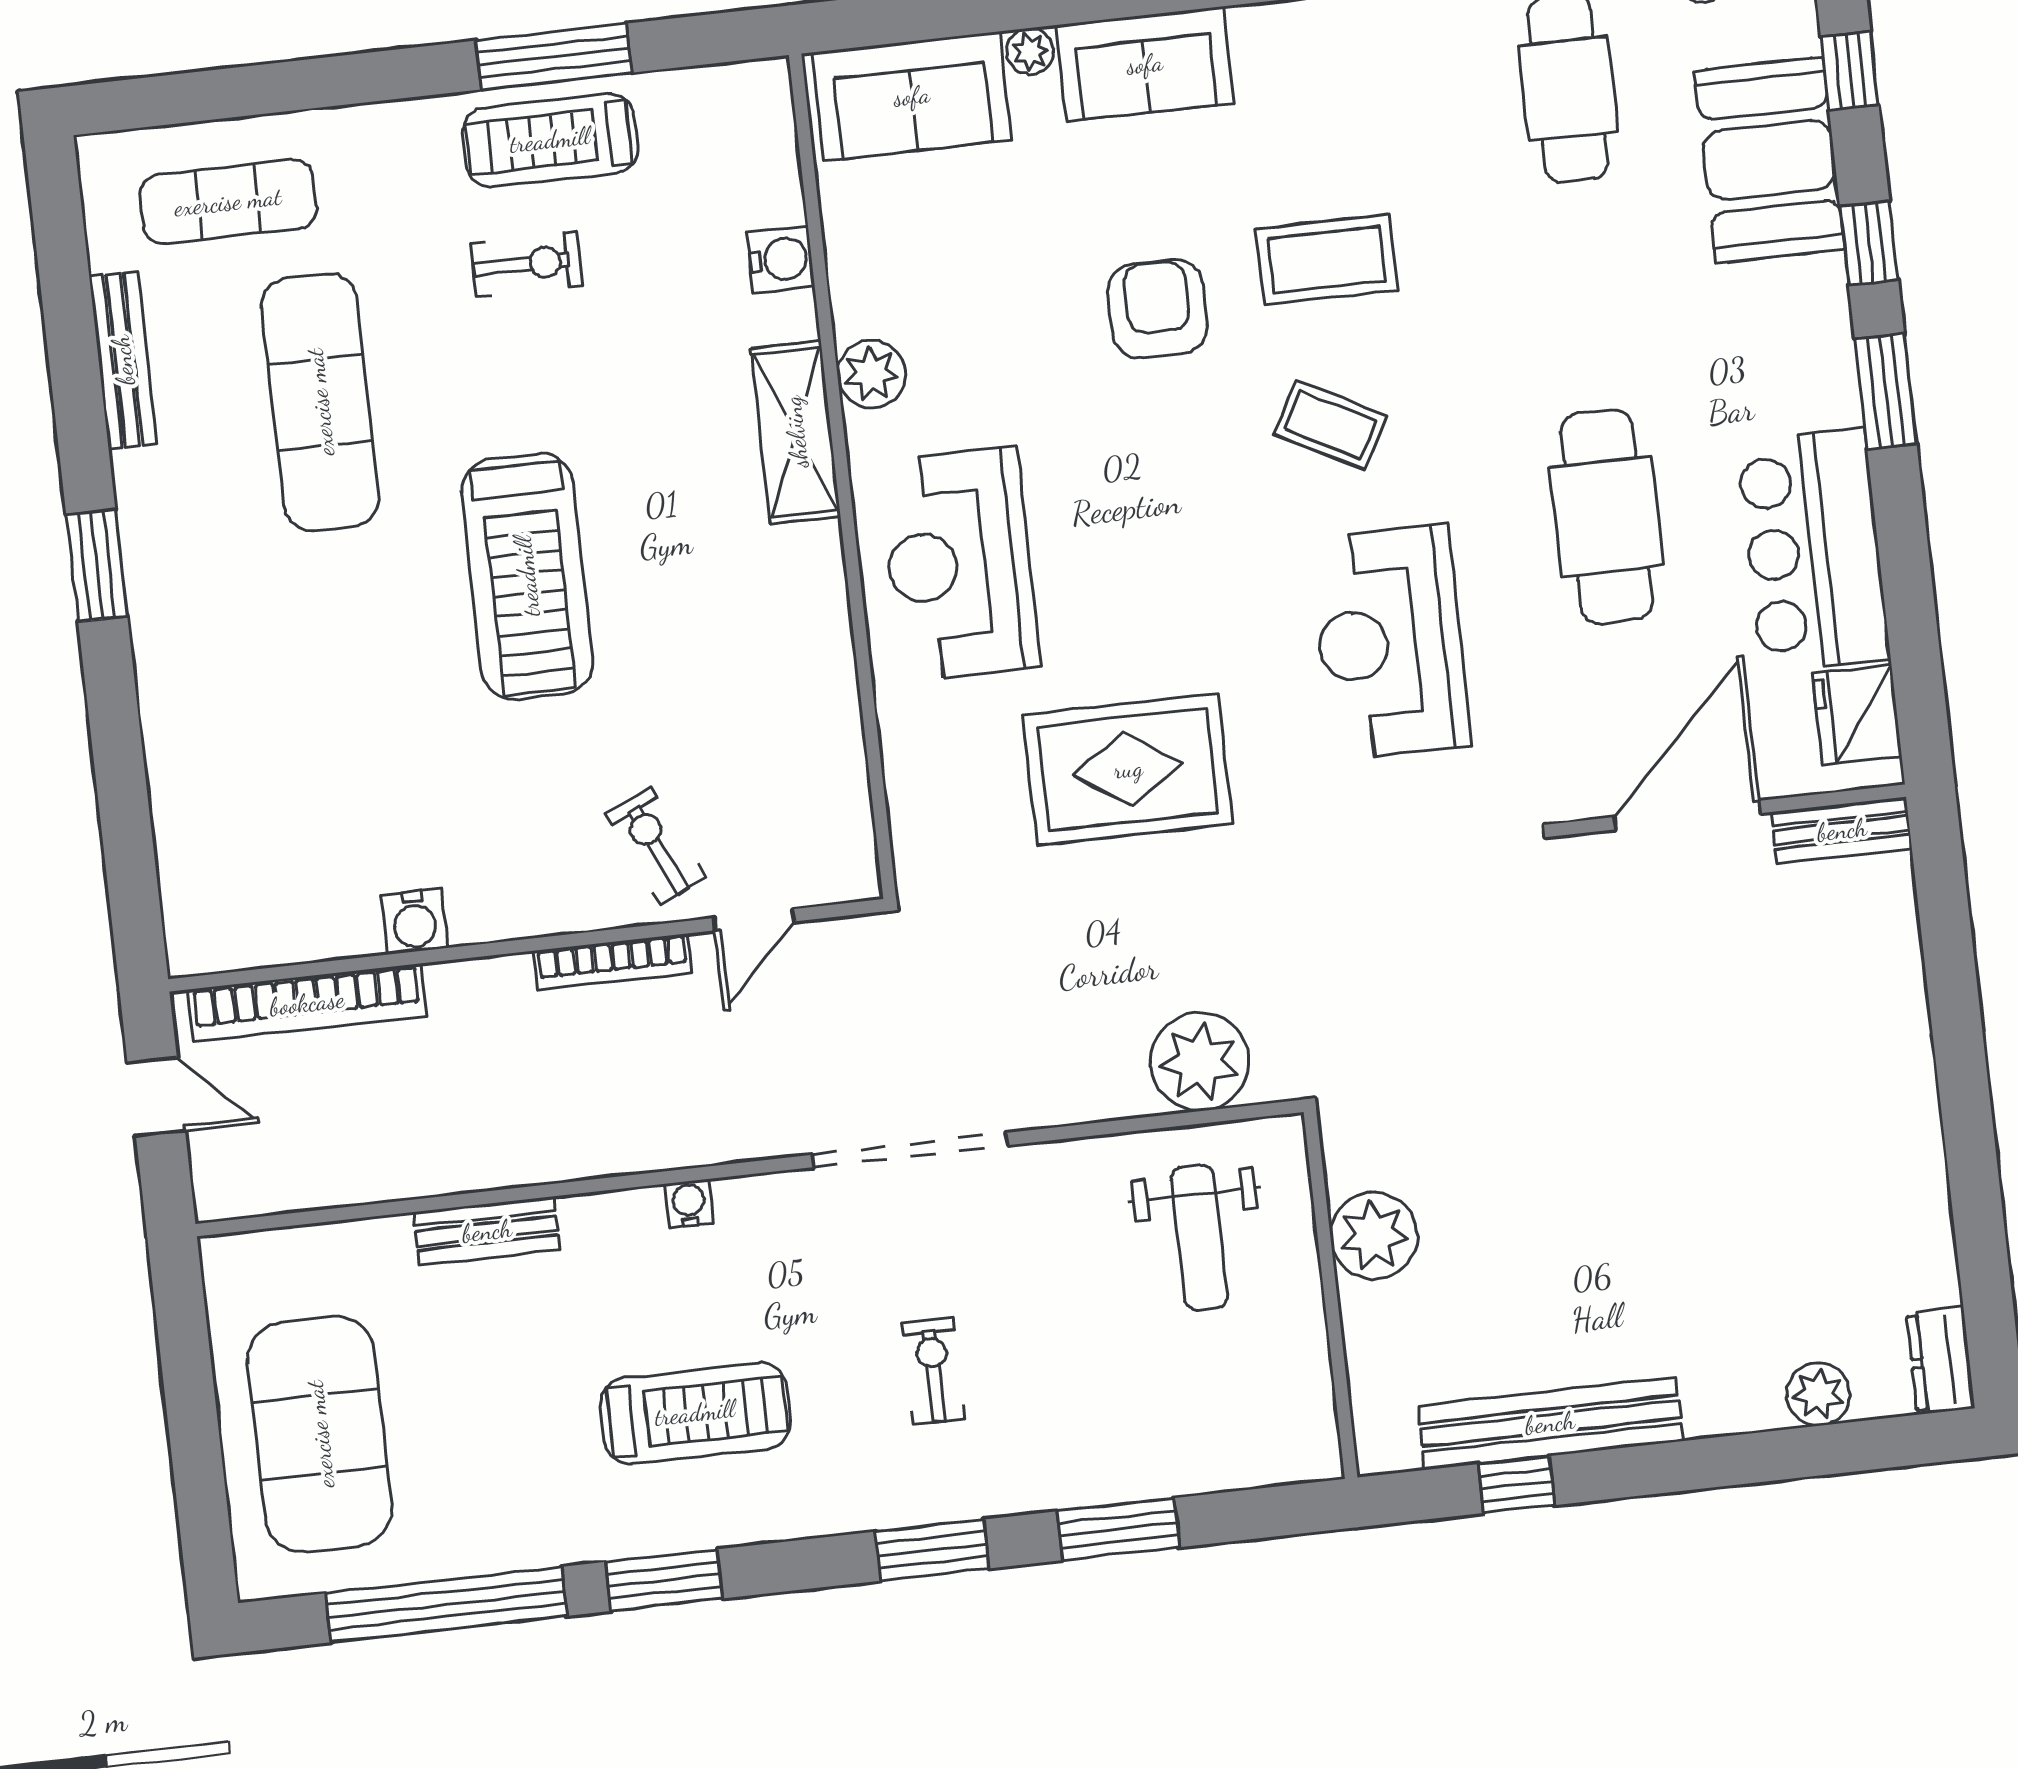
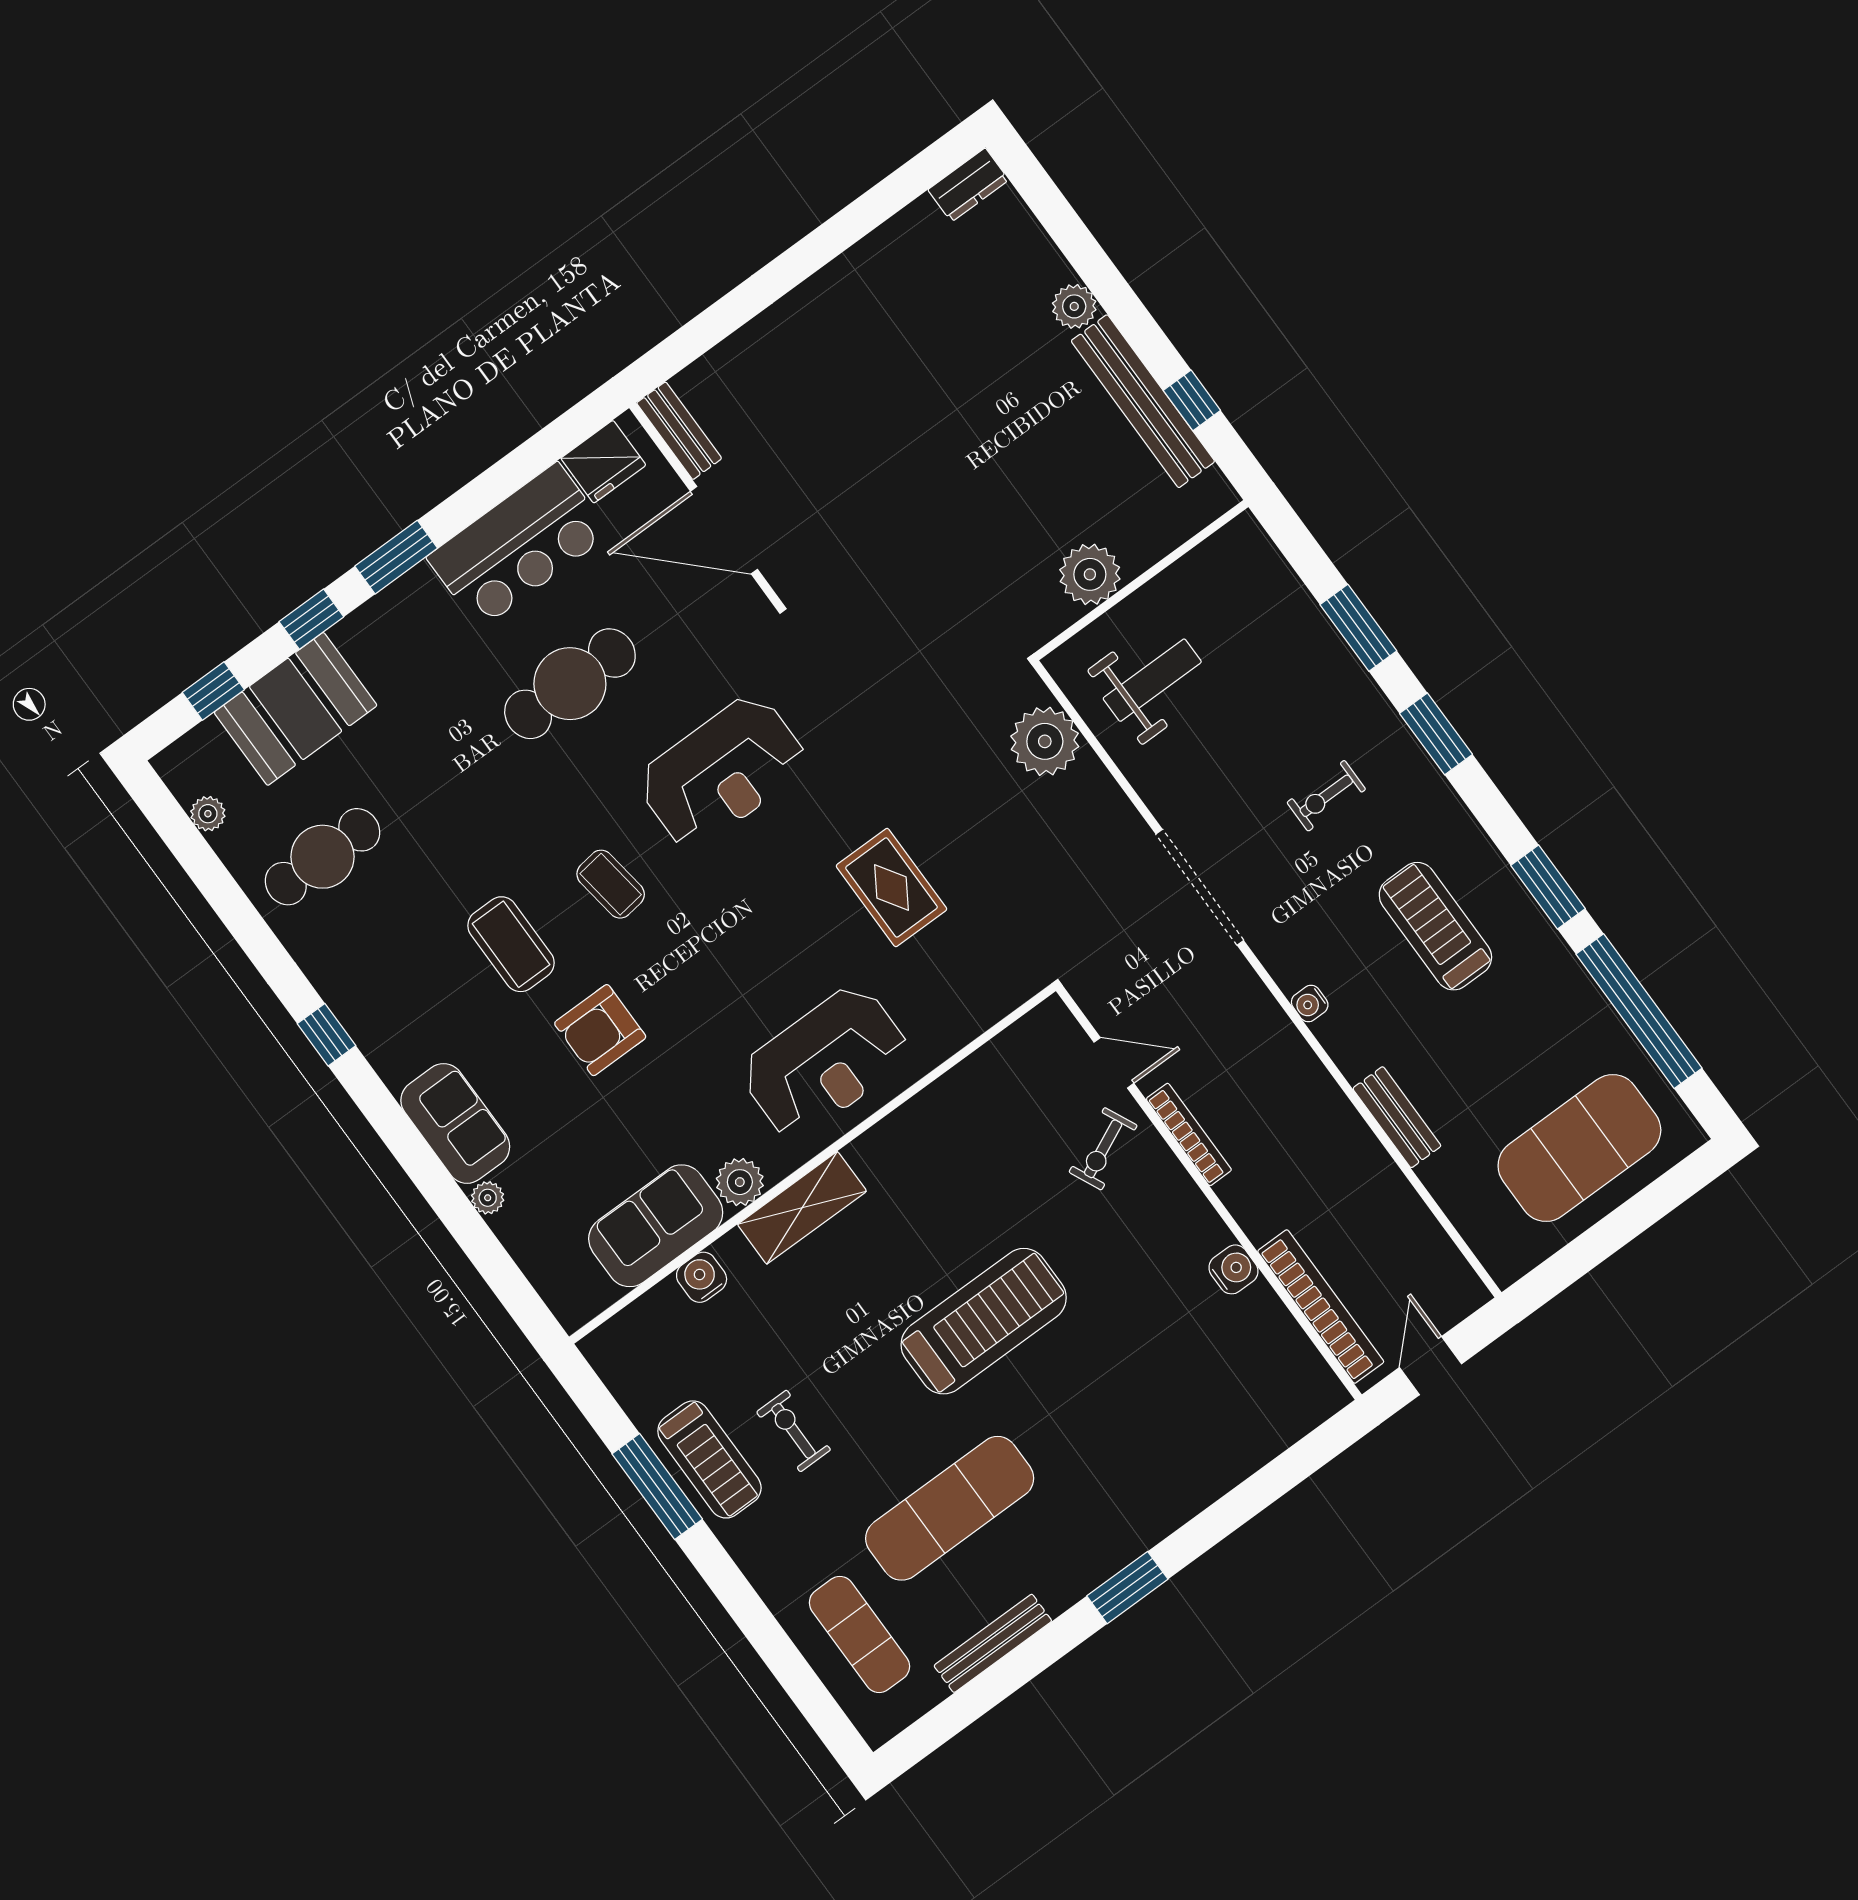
sofa: (912, 96) -> (656, 1226), moved, turned -90
coffee table: (1330, 425) -> (611, 884), turned -36
rug: (1128, 769) -> (891, 887), width x0.73, depth x0.70
plant: (1819, 1394) -> (1074, 306), moved

